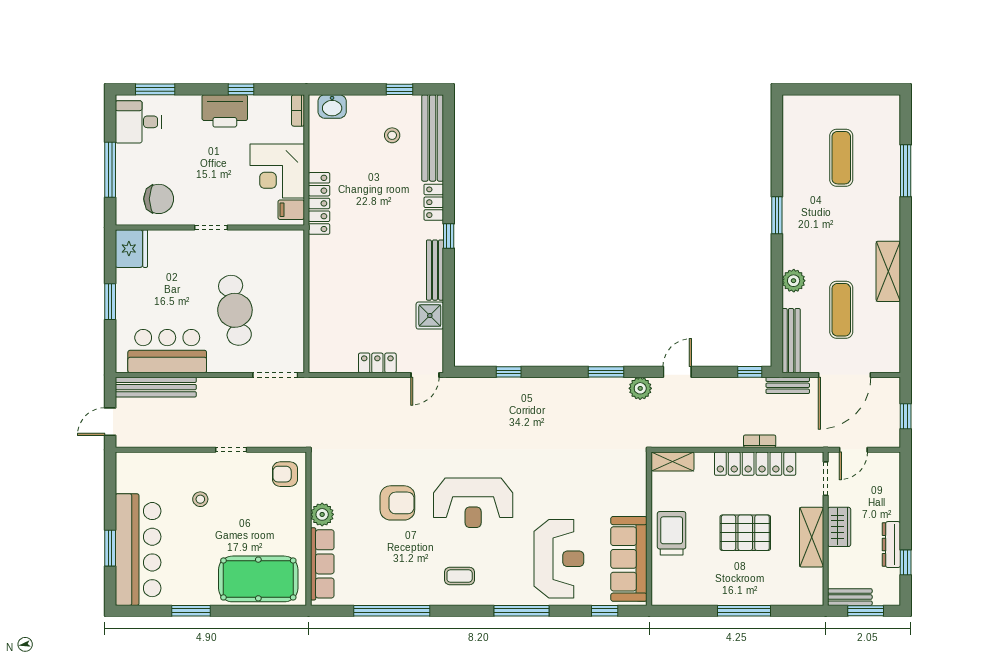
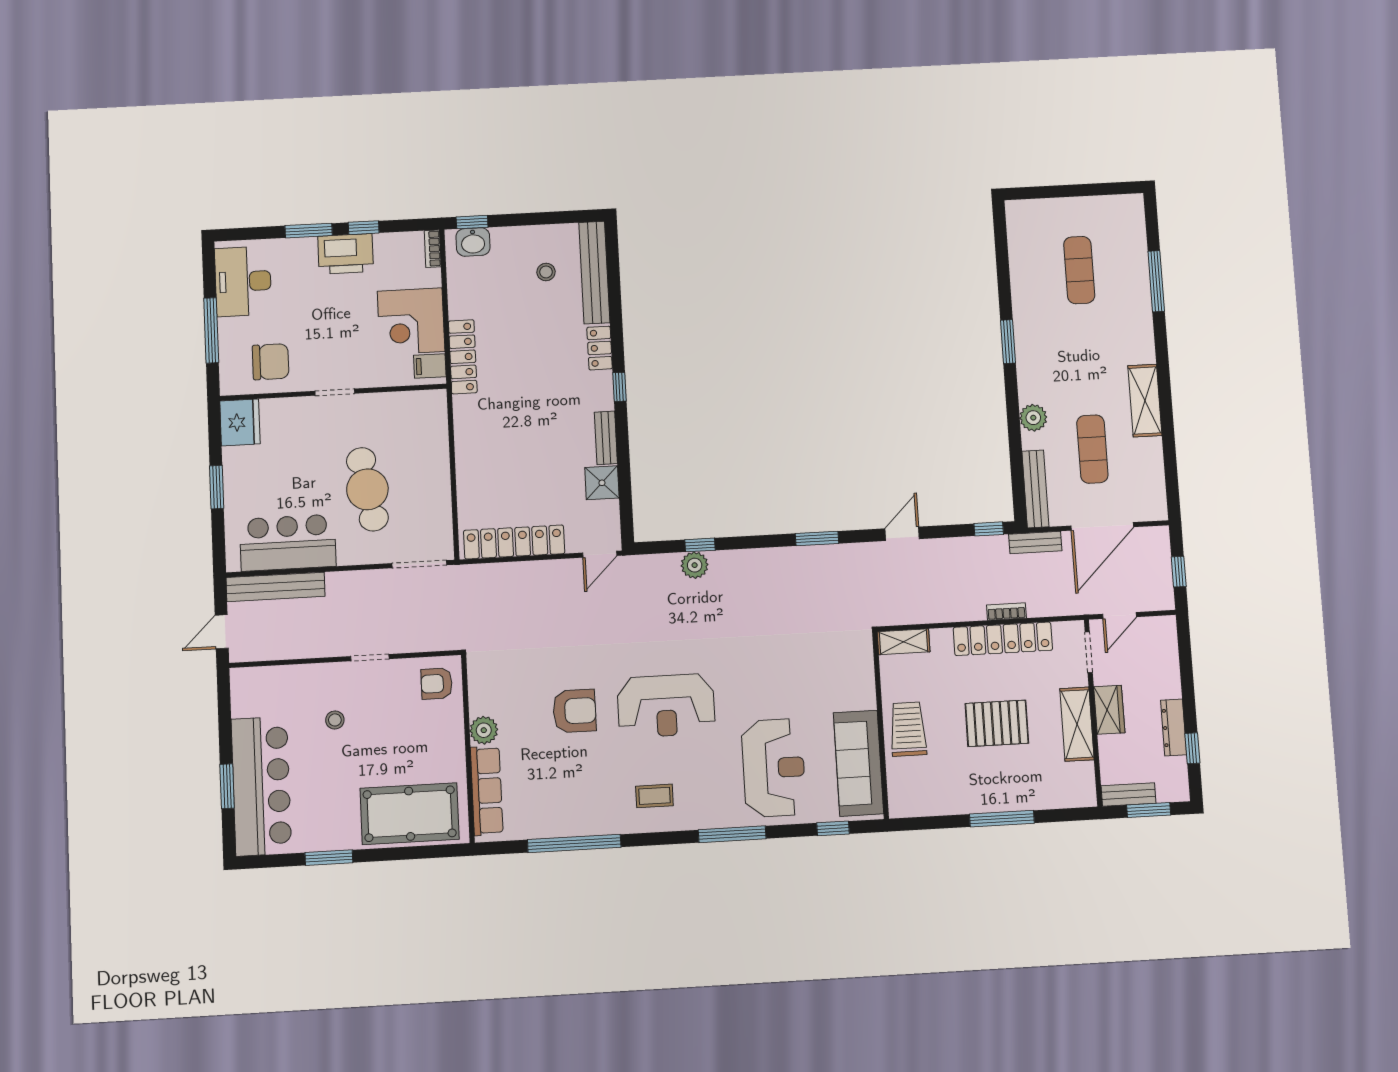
window: (155, 89) -> (309, 231), moved
window: (399, 89) -> (472, 222), moved
desk: (138, 122) -> (243, 281), width x1.37
bench: (435, 270) -> (606, 438), width x0.73
locker: (377, 363) -> (514, 542), width x2.16, depth x1.21
plant: (640, 388) -> (695, 565), moved

